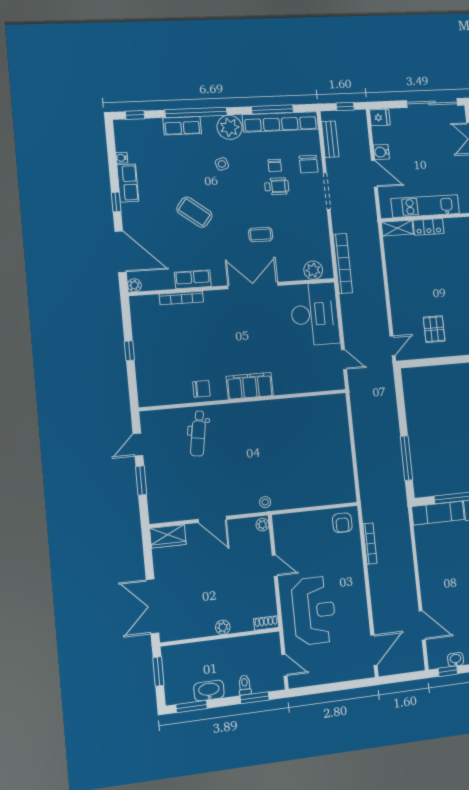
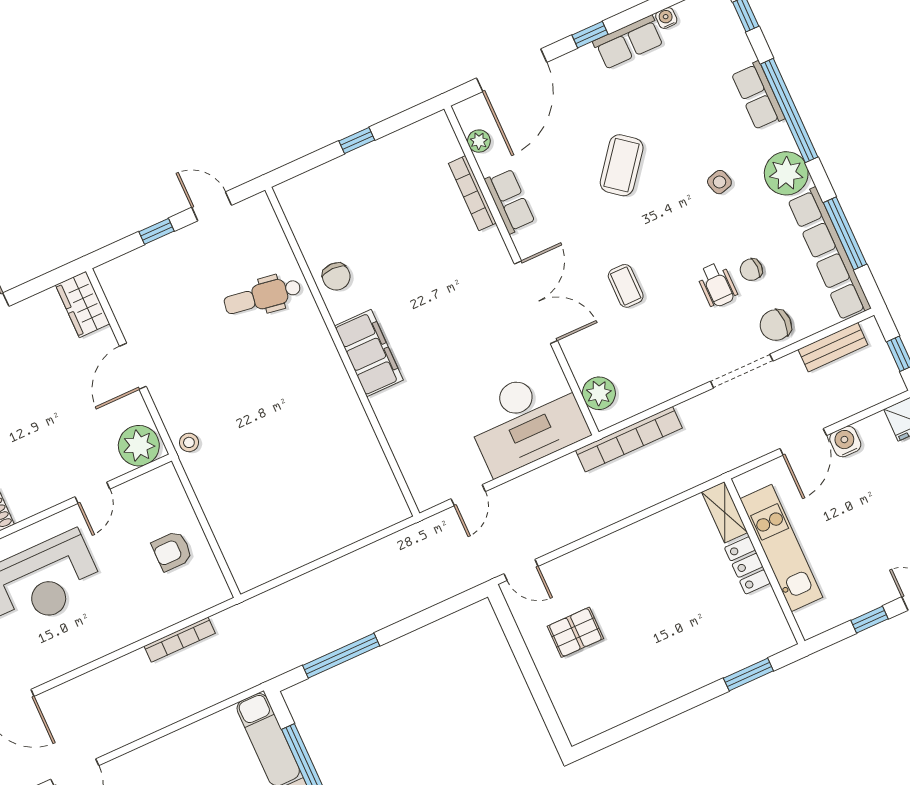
plant: (134, 285) -> (479, 141), moved
window: (141, 481) -> (156, 231), width x0.67
armchair: (342, 523) -> (172, 551), moved
plant: (262, 525) -> (139, 446), width x1.87, depth x1.87

